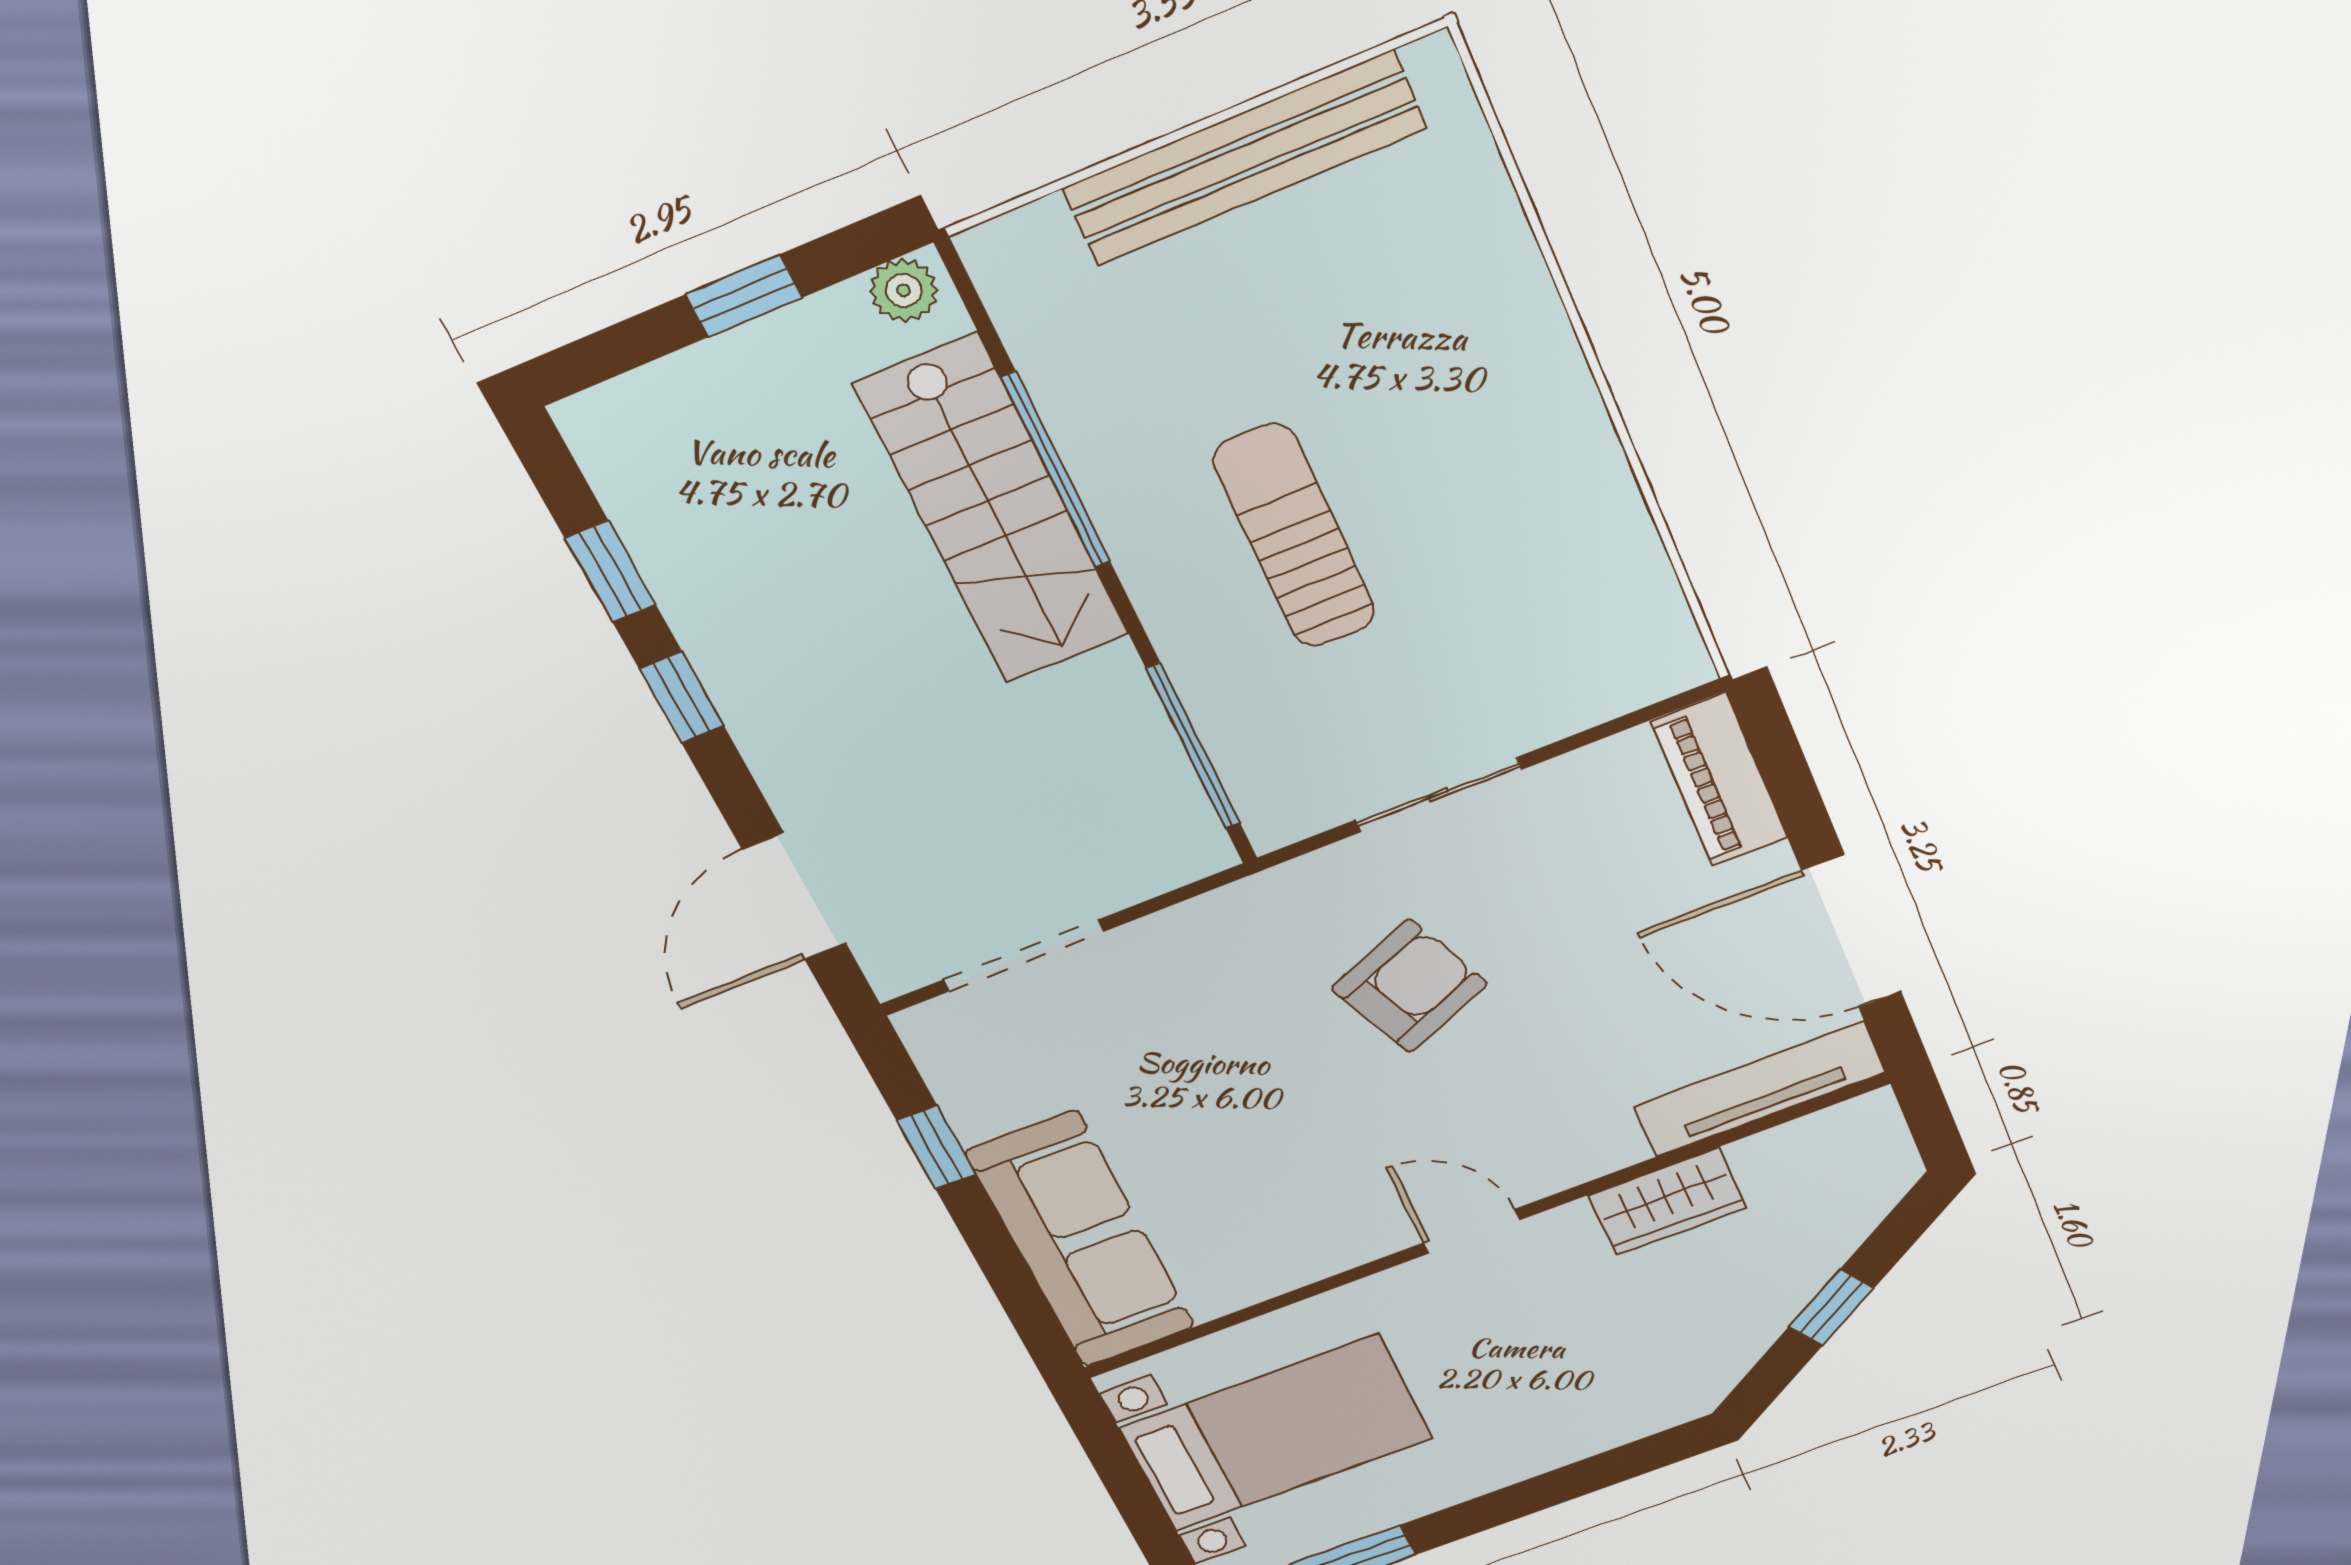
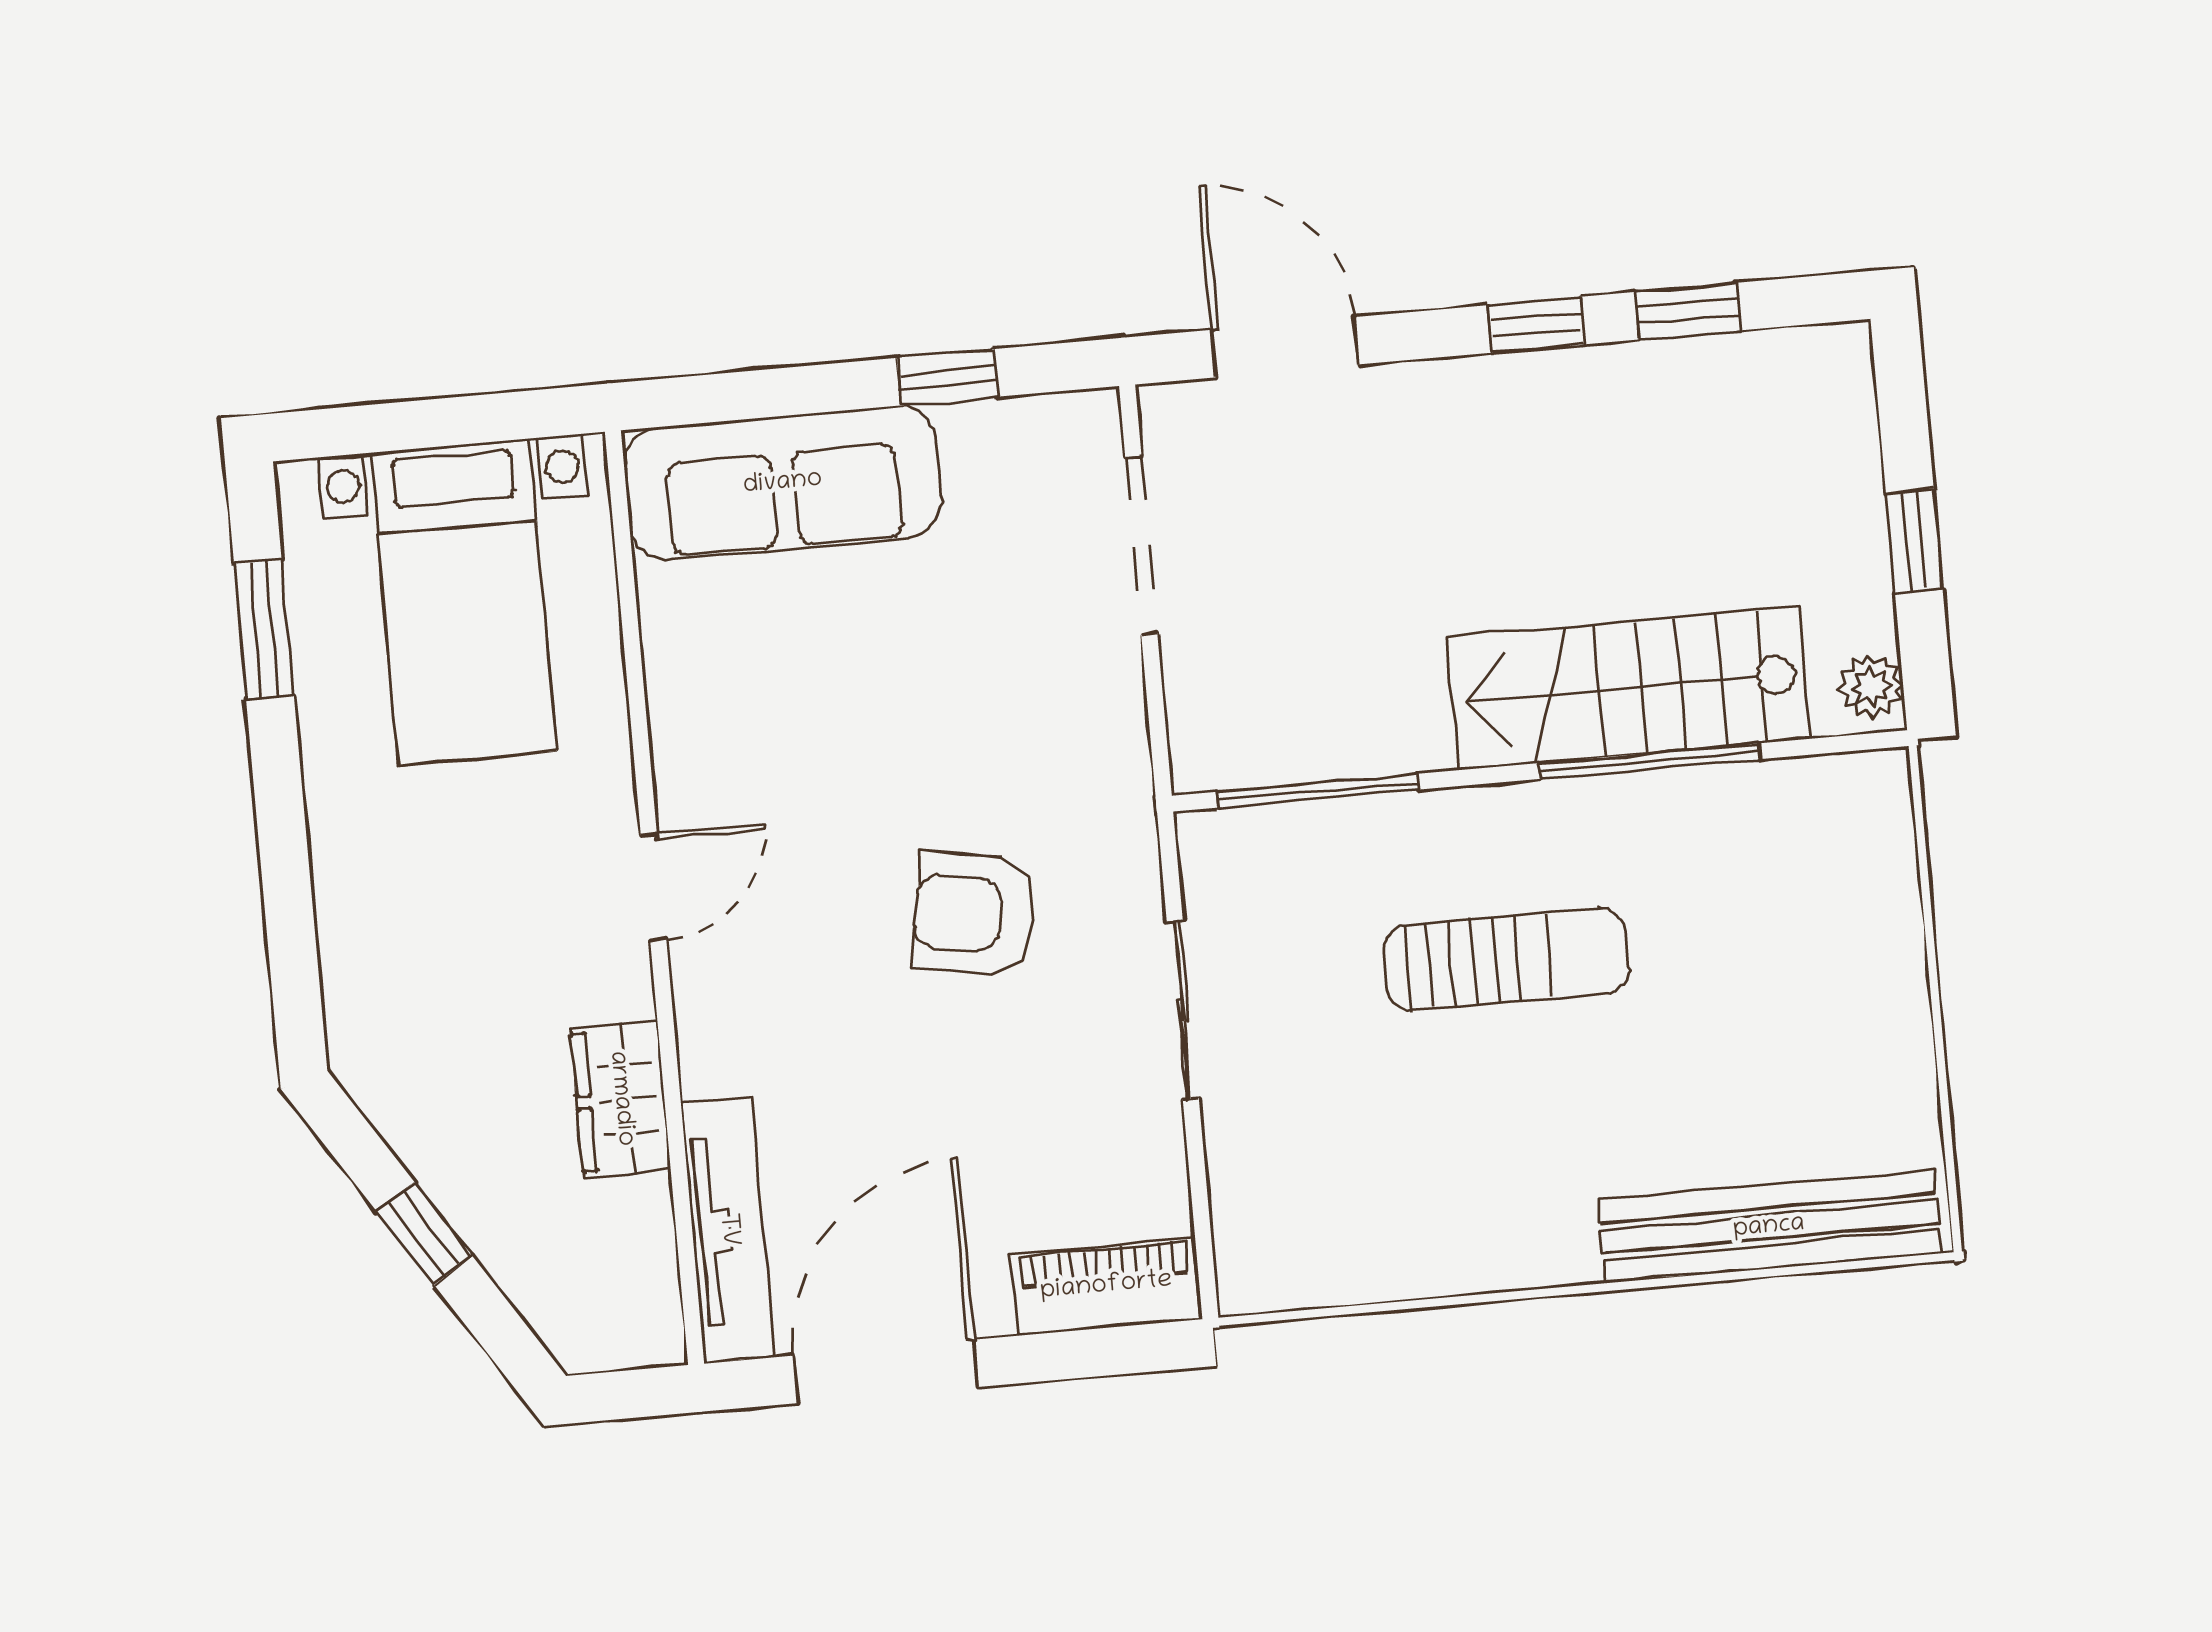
bench: (1244, 158) -> (1769, 1227), moved, turned 90
armchair: (1409, 986) -> (974, 914), turned 123

